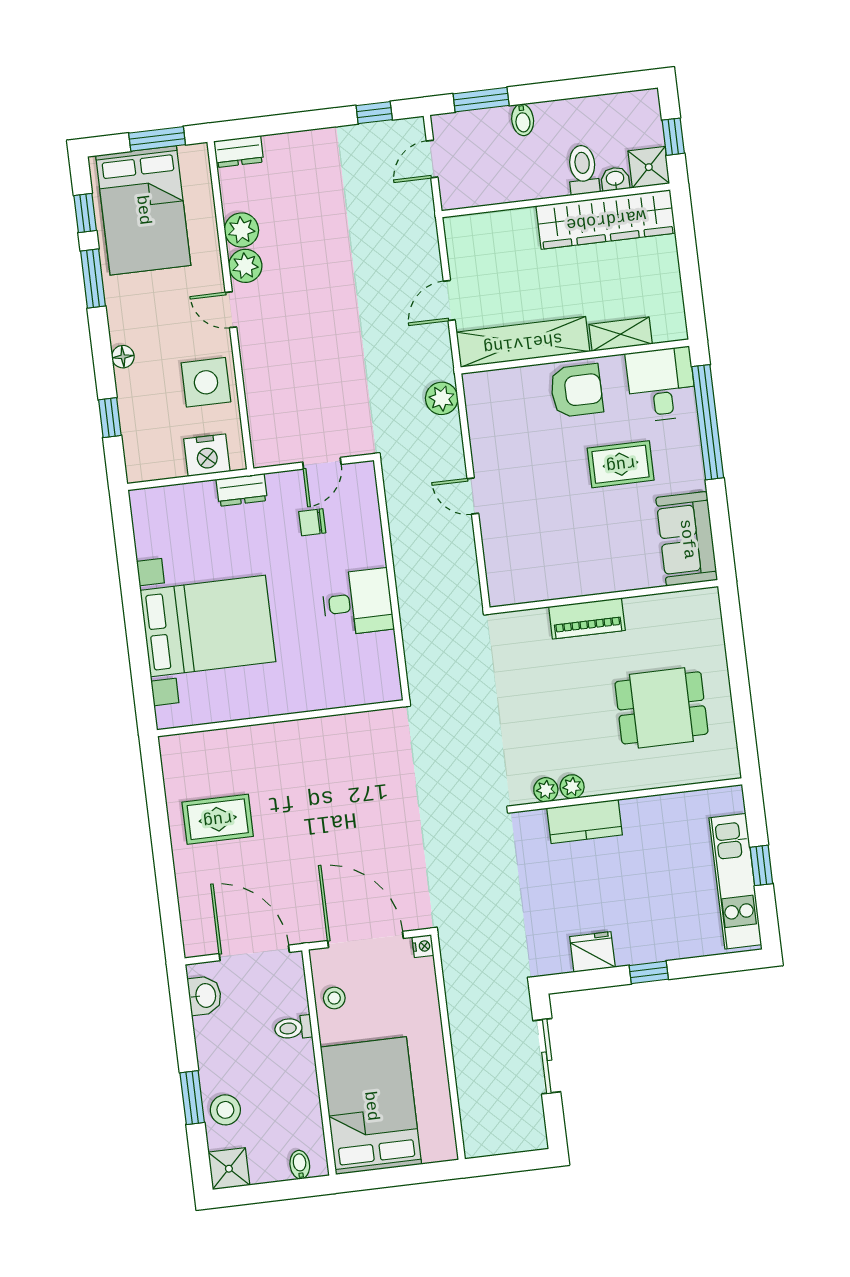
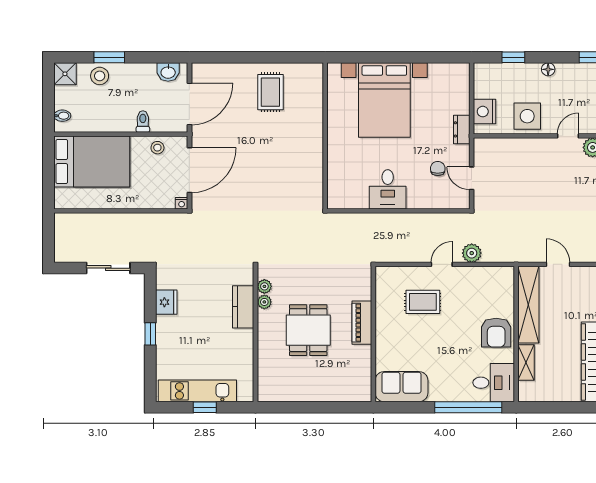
plant: (442, 398) -> (472, 253), moved
rug: (621, 464) -> (423, 302), moved, turned 90
dining table: (661, 708) -> (308, 330), moved

